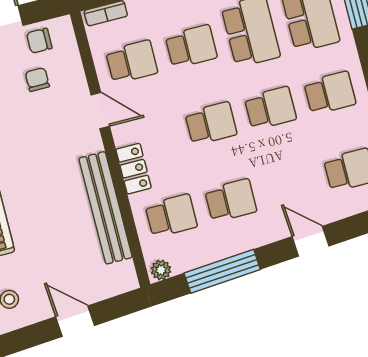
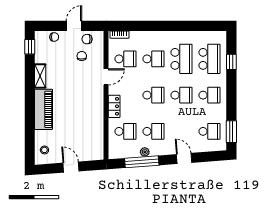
door: (100, 111) -> (106, 77), hinge flipped
bench: (106, 208) -> (97, 120), removed
plant: (161, 270) -> (145, 152), moved

